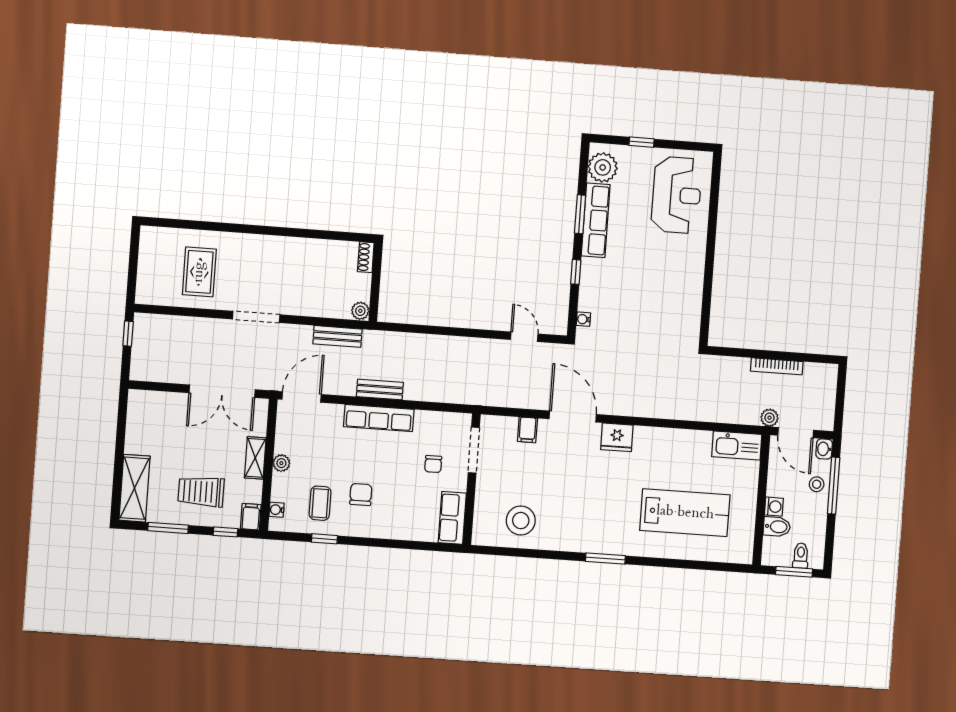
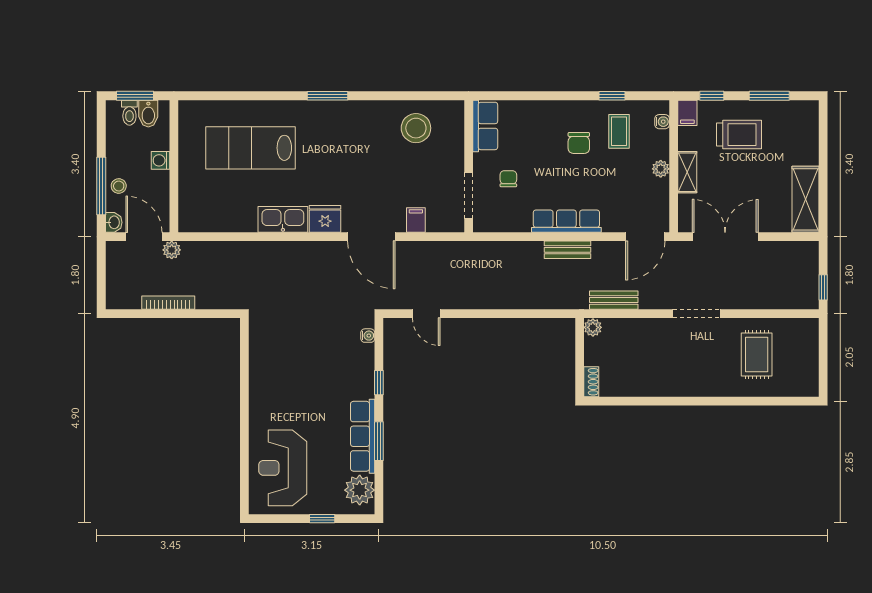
kitchen sink: (737, 446) -> (283, 219), moved
shelving: (134, 488) -> (805, 199), moved
bidet: (777, 527) -> (148, 114), moved, turned -90

